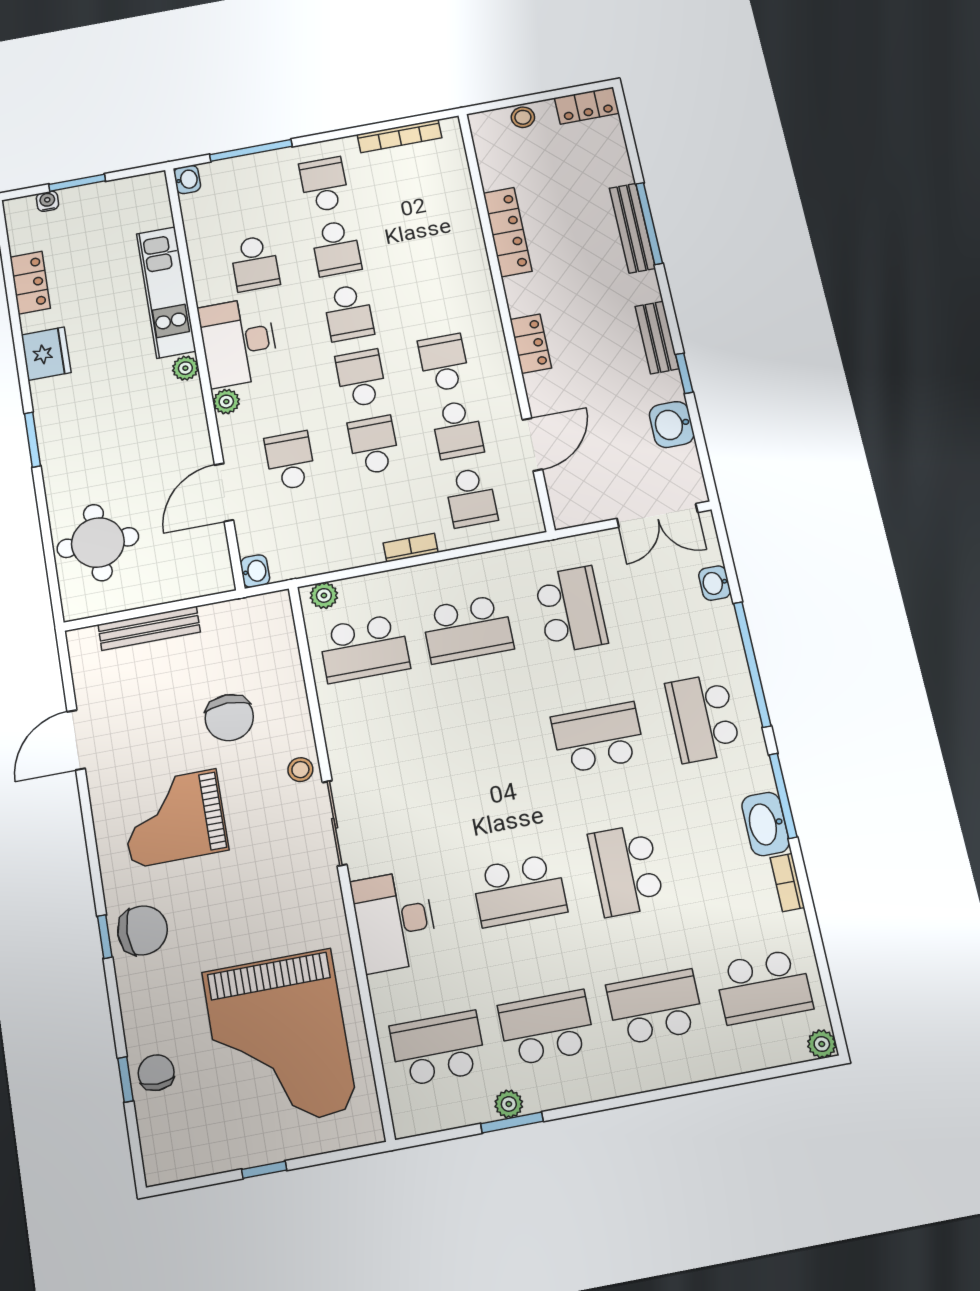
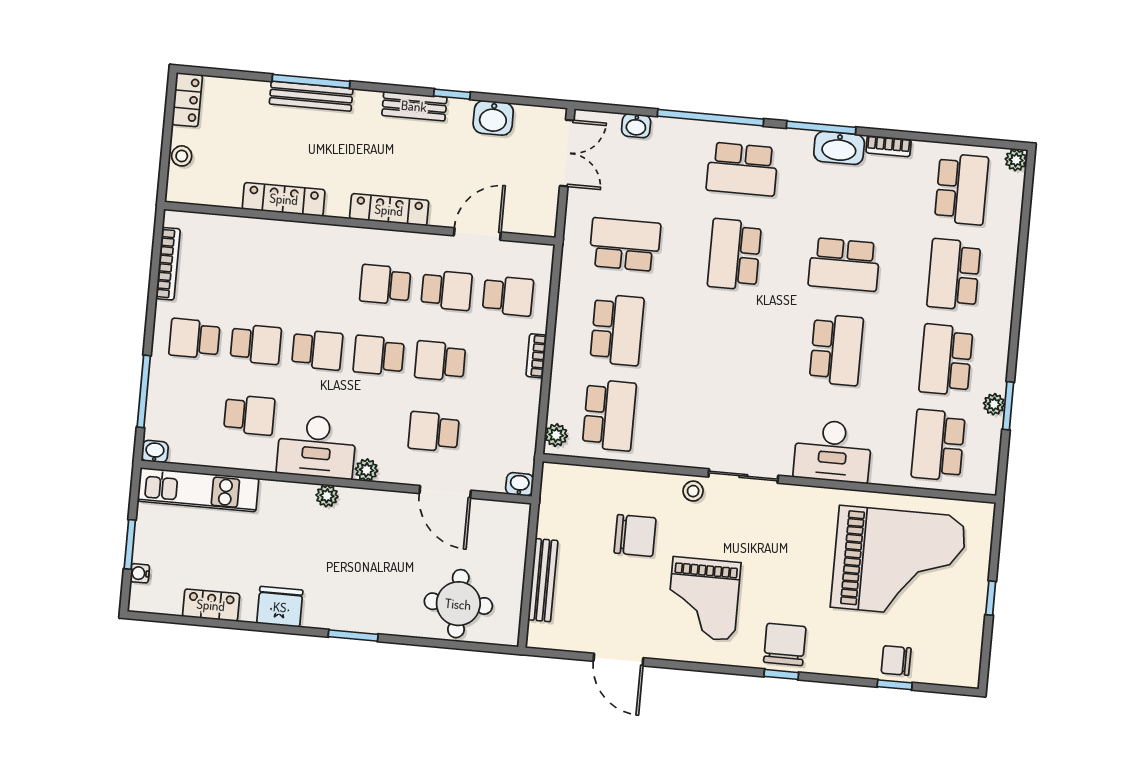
kitchen unit: (166, 292) -> (198, 490), moved
locker: (531, 344) -> (389, 210), width x1.53
door: (532, 445) -> (477, 234), hinge flipped

